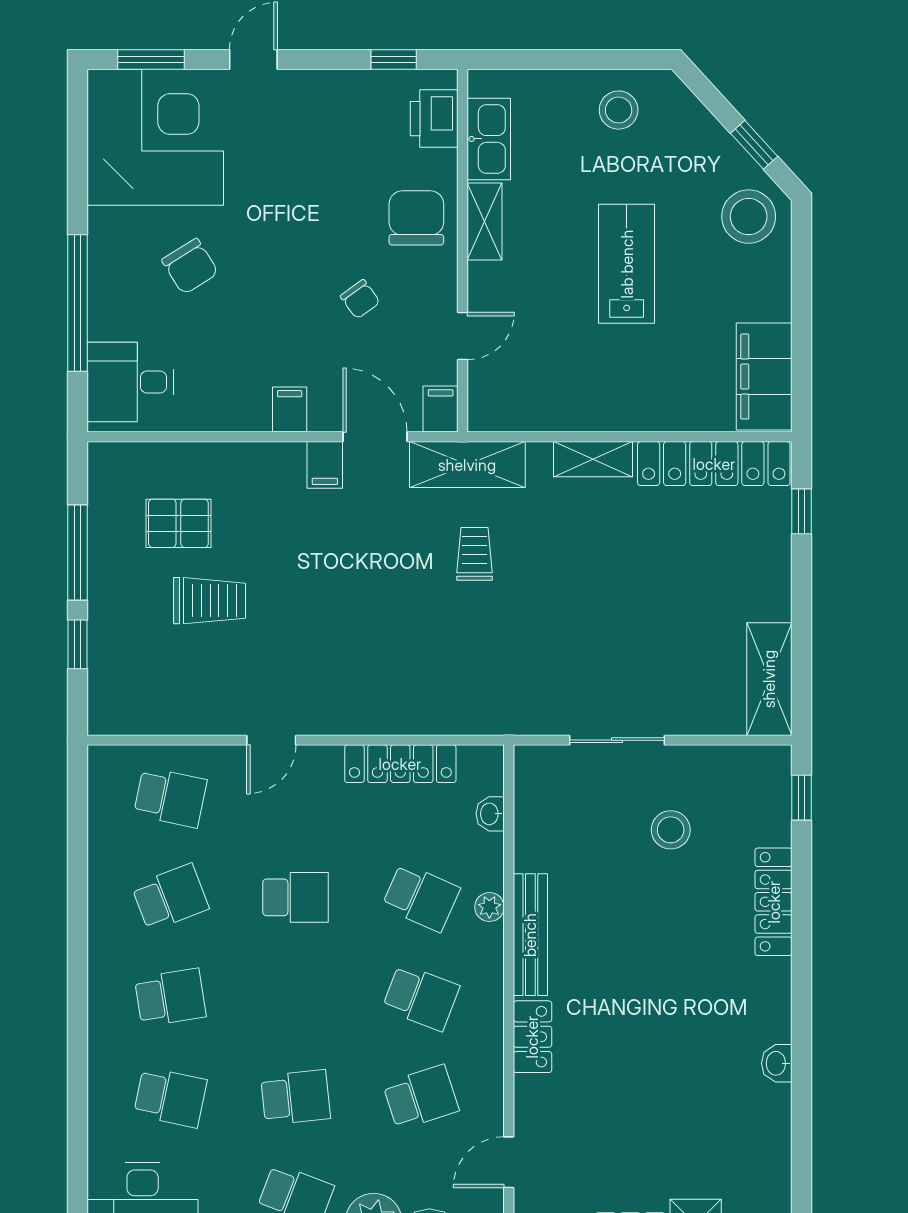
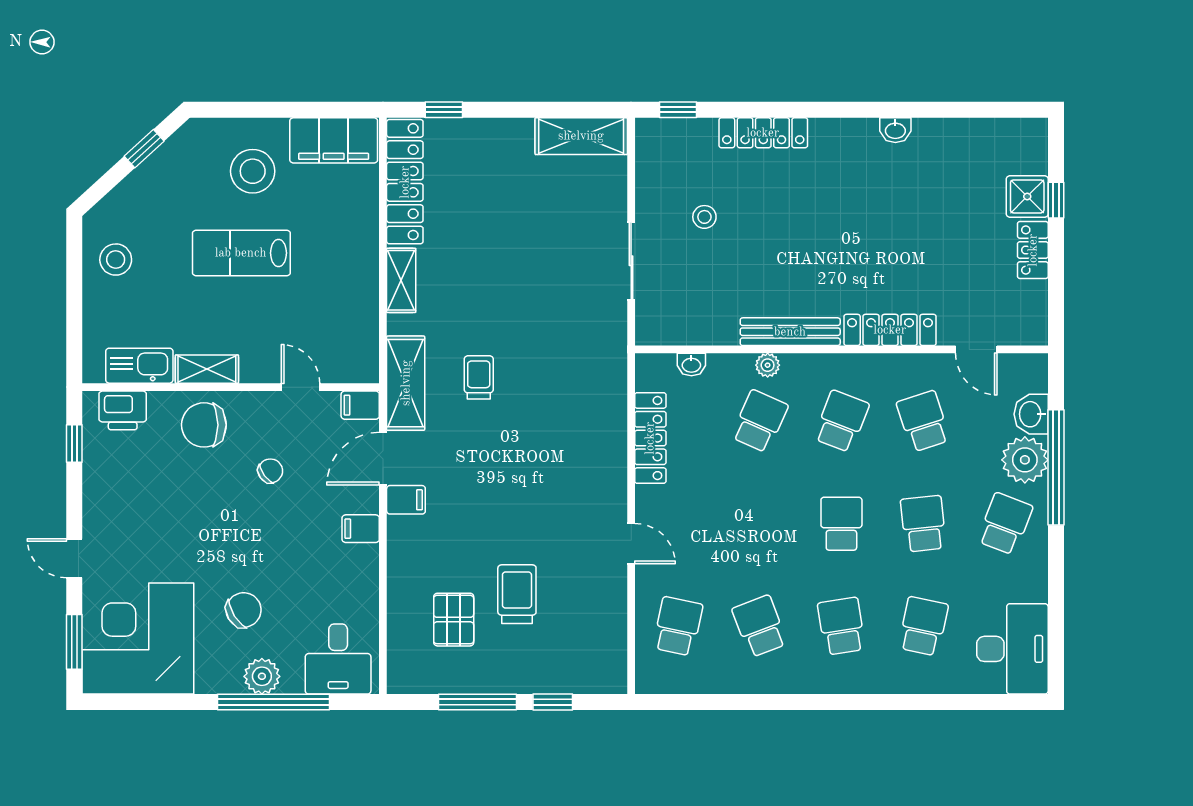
stool: (749, 217) -> (253, 171), moved
plant: (109, 289) -> (262, 676), added
trolley: (475, 554) -> (479, 377), turned 90
stool: (671, 830) -> (704, 217), width x0.73, depth x0.73
school desk: (296, 897) -> (841, 524), moved
locker: (532, 1037) -> (890, 330), width x1.53

